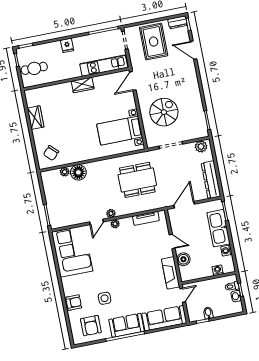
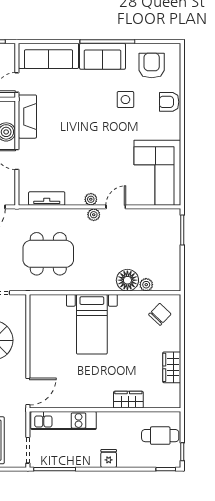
wardrobe: (83, 85) -> (128, 400), moved
bed with nightstands: (120, 131) -> (92, 324), moved, turned 90

